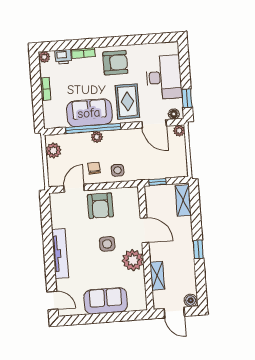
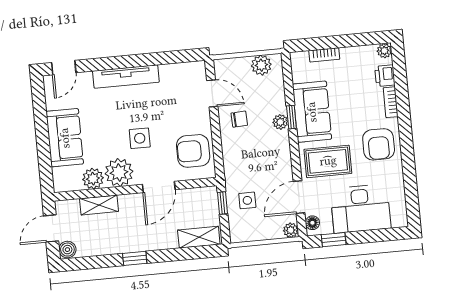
bookcase: (46, 89) -> (324, 55), moved
window: (93, 128) -> (291, 117), width x0.32
side table: (118, 170) -> (247, 200), moved
armchair: (100, 206) -> (193, 151), moved
plant: (137, 280) -> (93, 179), added

